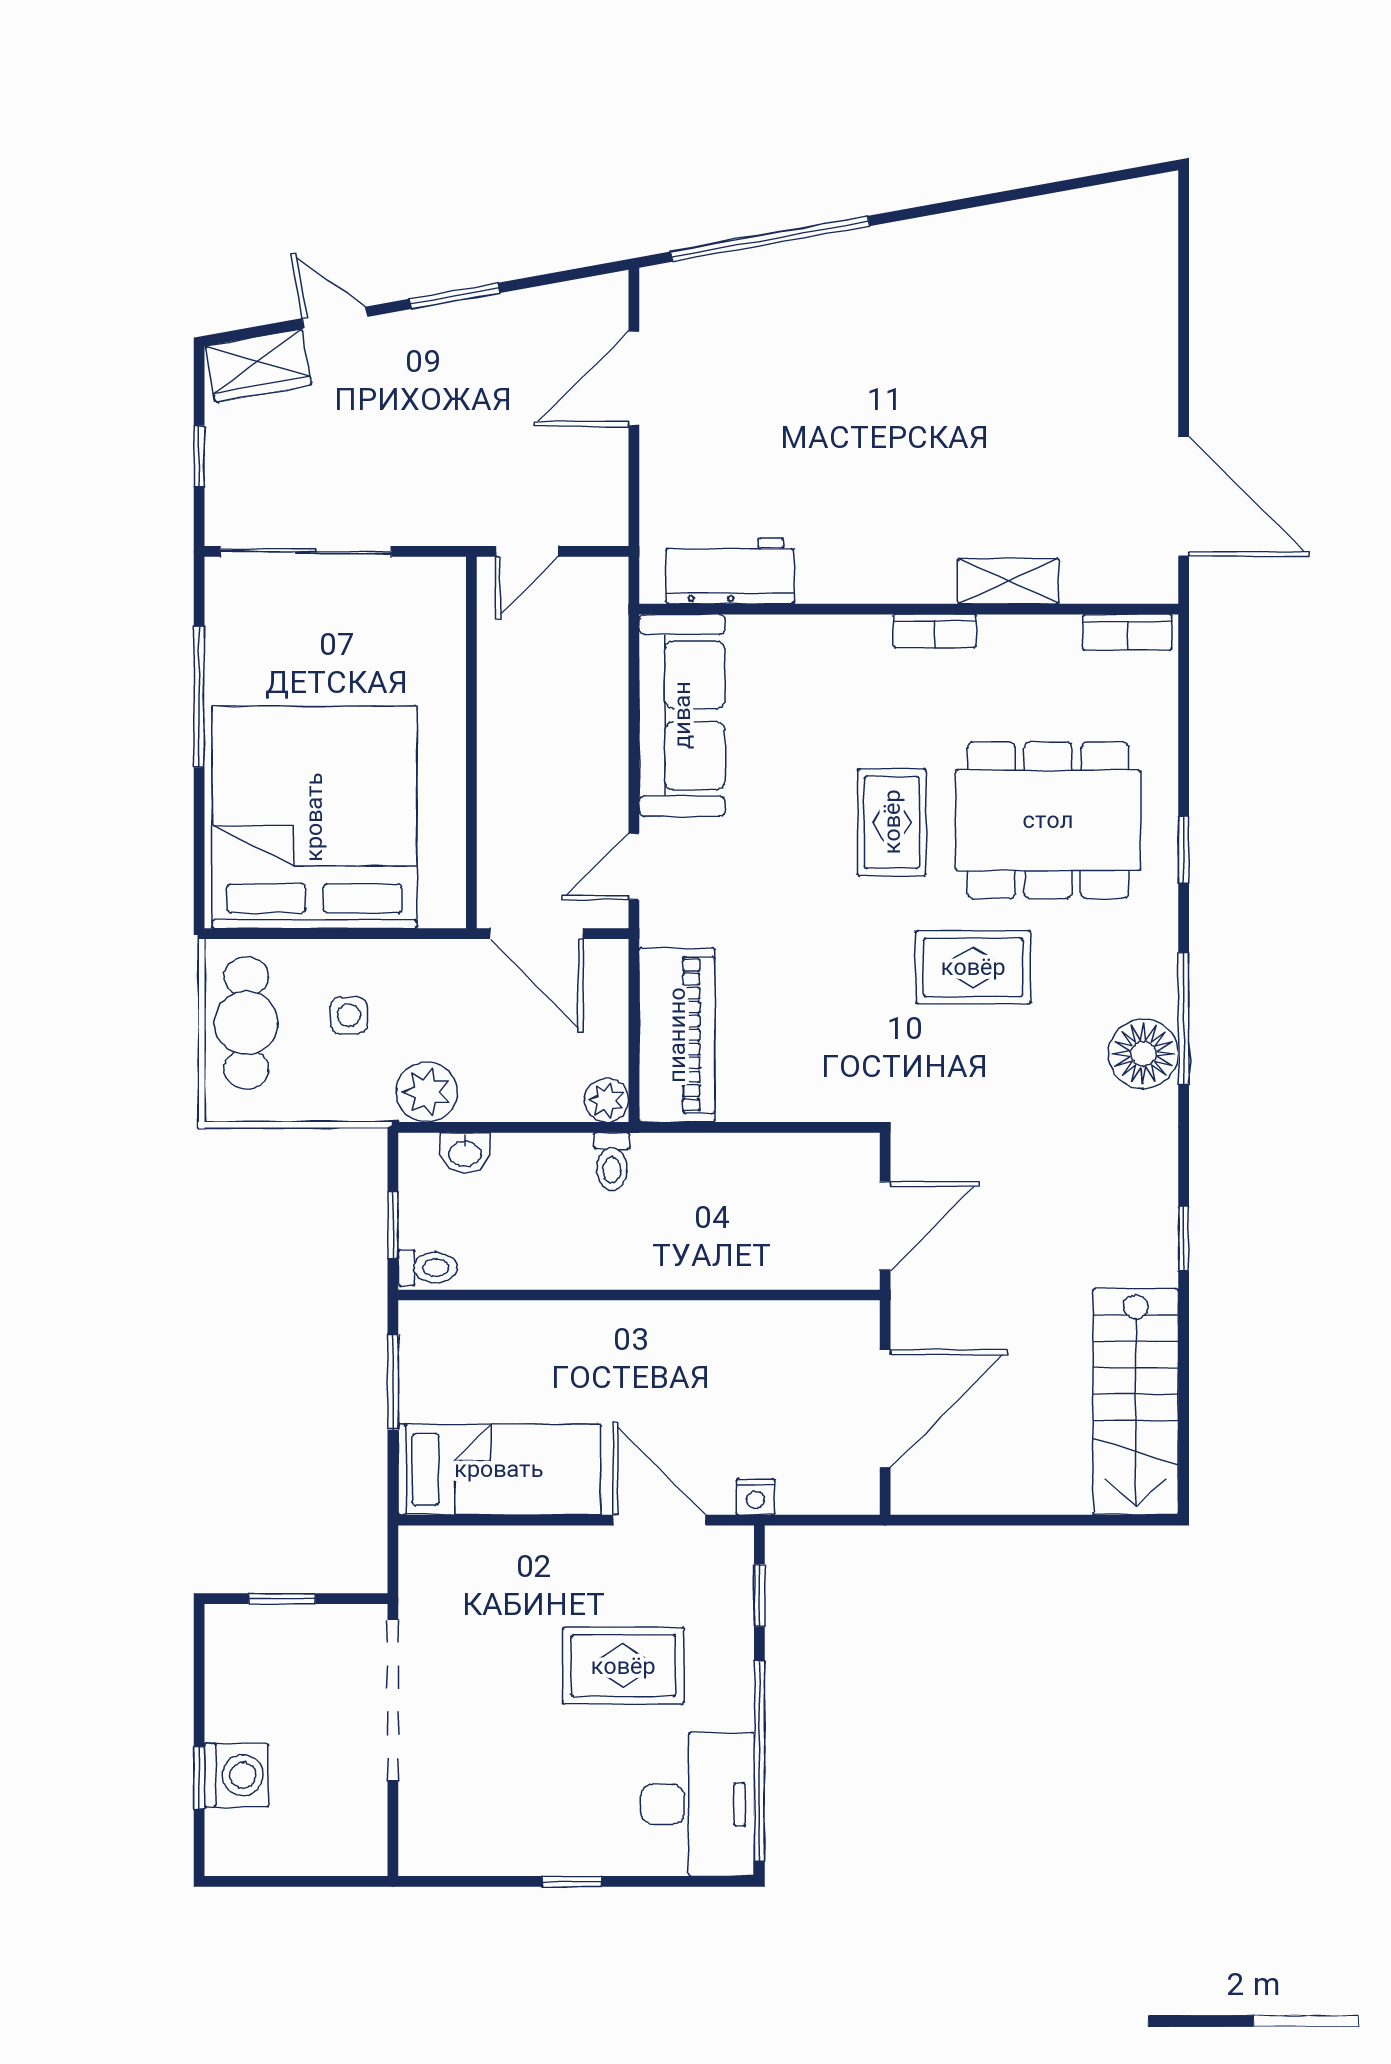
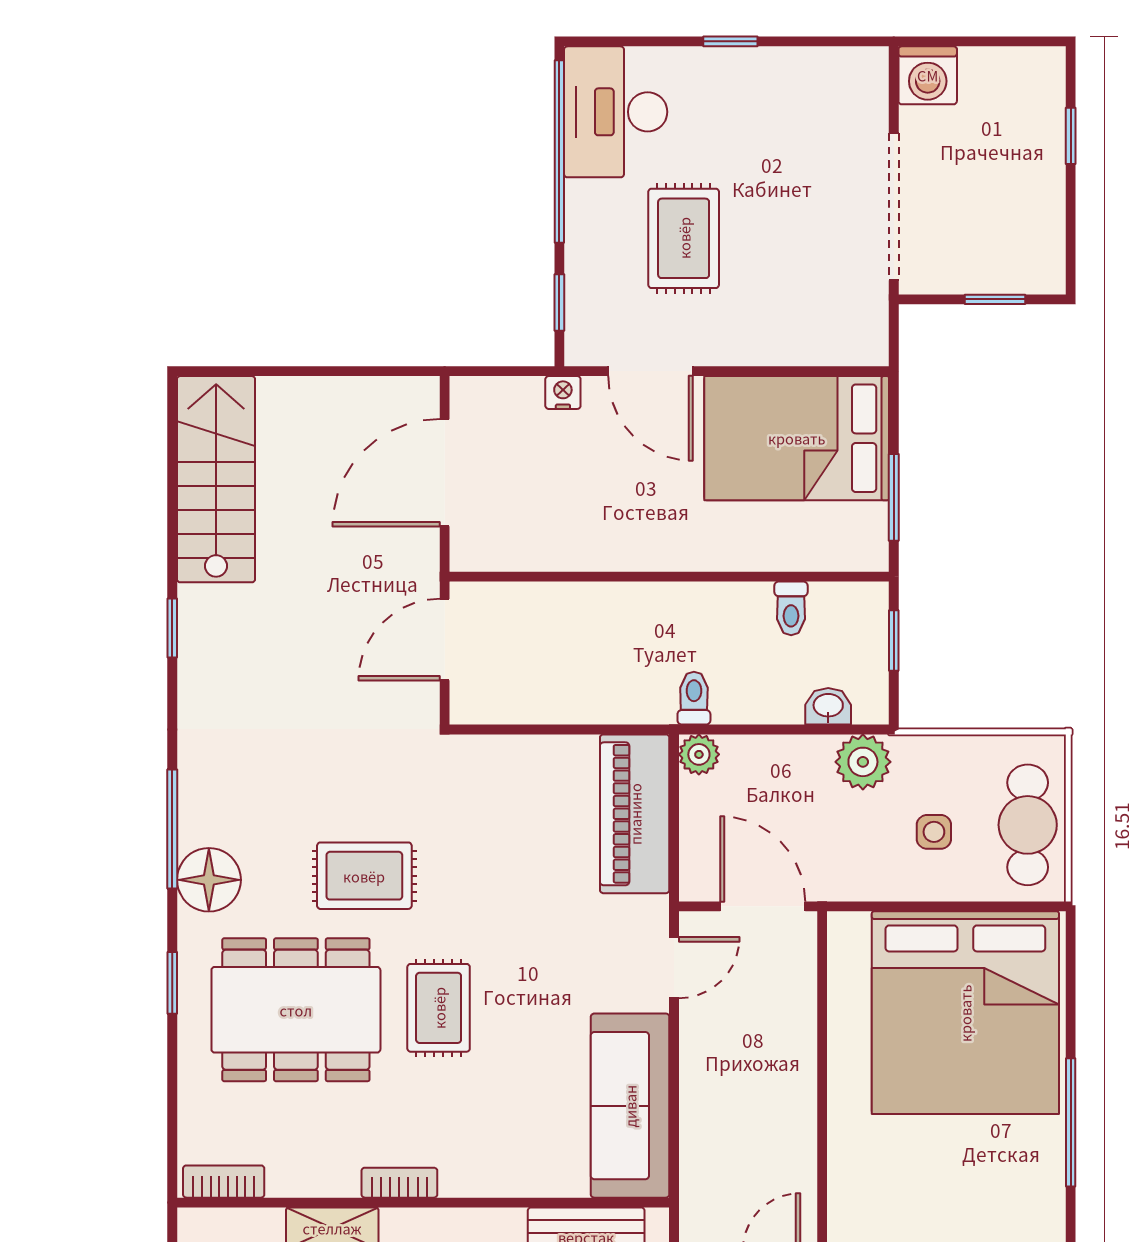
floor lamp: (1143, 1054) -> (209, 880), moved
toilet: (428, 1268) -> (791, 608), moved, turned -90
bed: (499, 1469) -> (797, 438), width x1.50
rug: (623, 1666) -> (684, 238), turned 90
washing machine: (236, 1775) -> (928, 75), moved, turned -90

